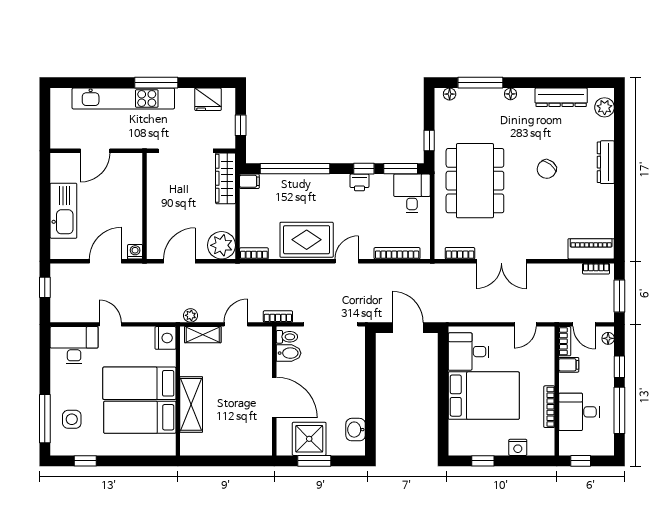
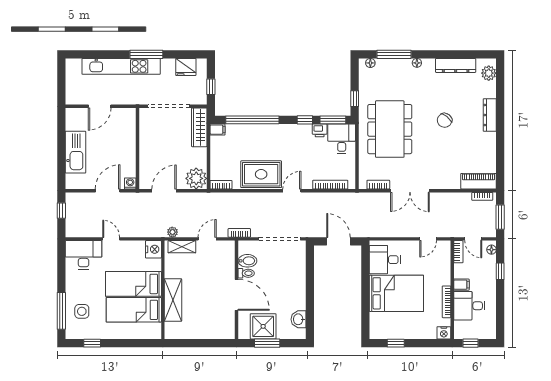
printer: (359, 182) -> (320, 130), moved
toilet: (287, 337) -> (246, 273), moved
filing cabinet: (569, 365) -> (461, 285), moved
window: (619, 410) -> (500, 305), removed
nightstand: (518, 447) -> (444, 333), moved

